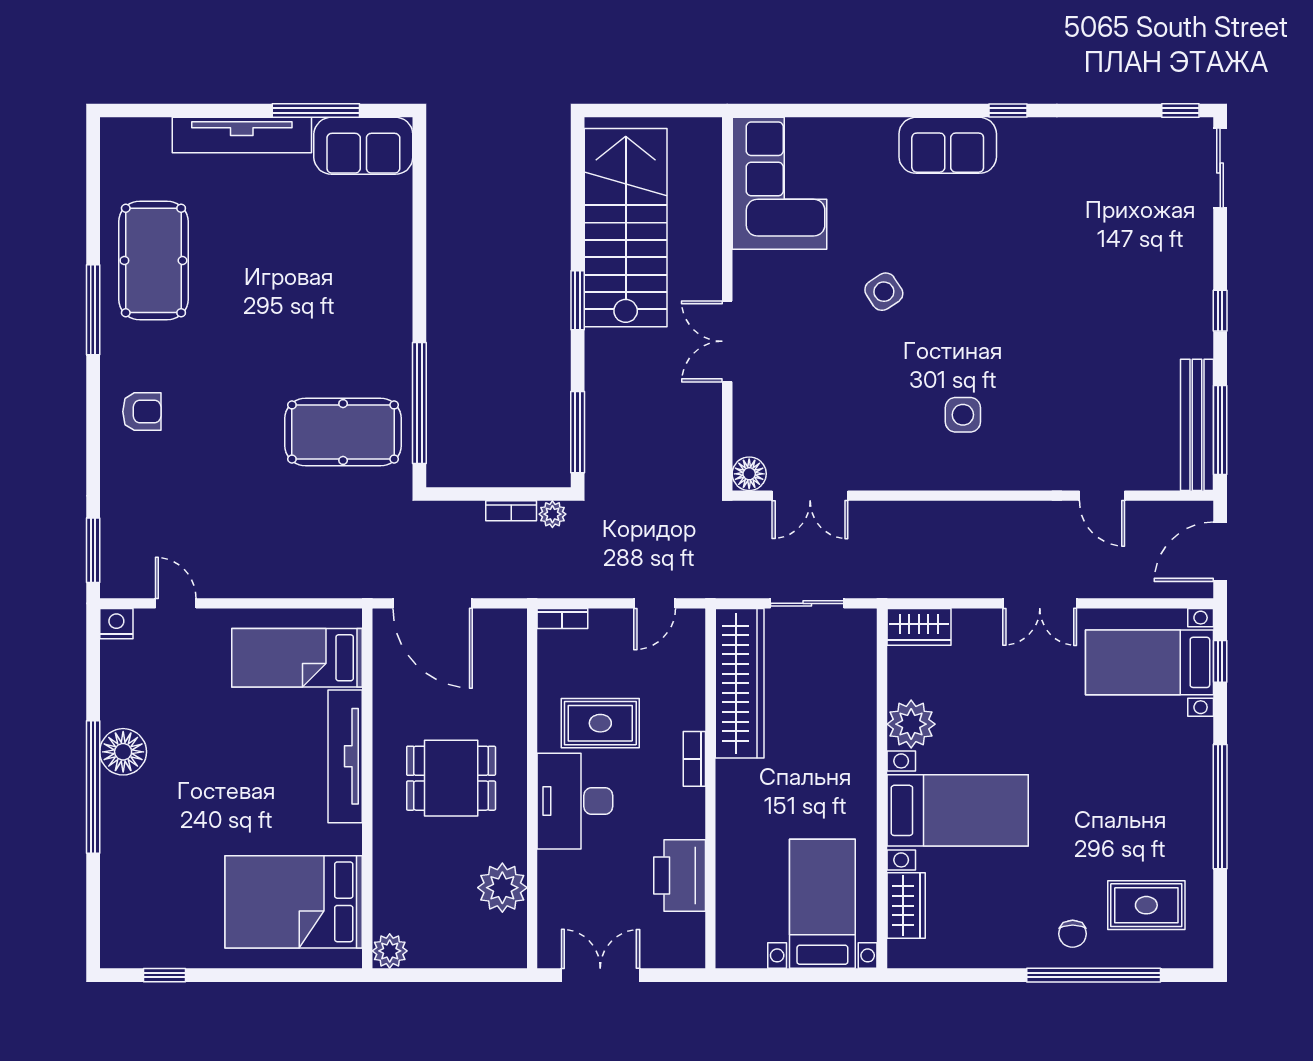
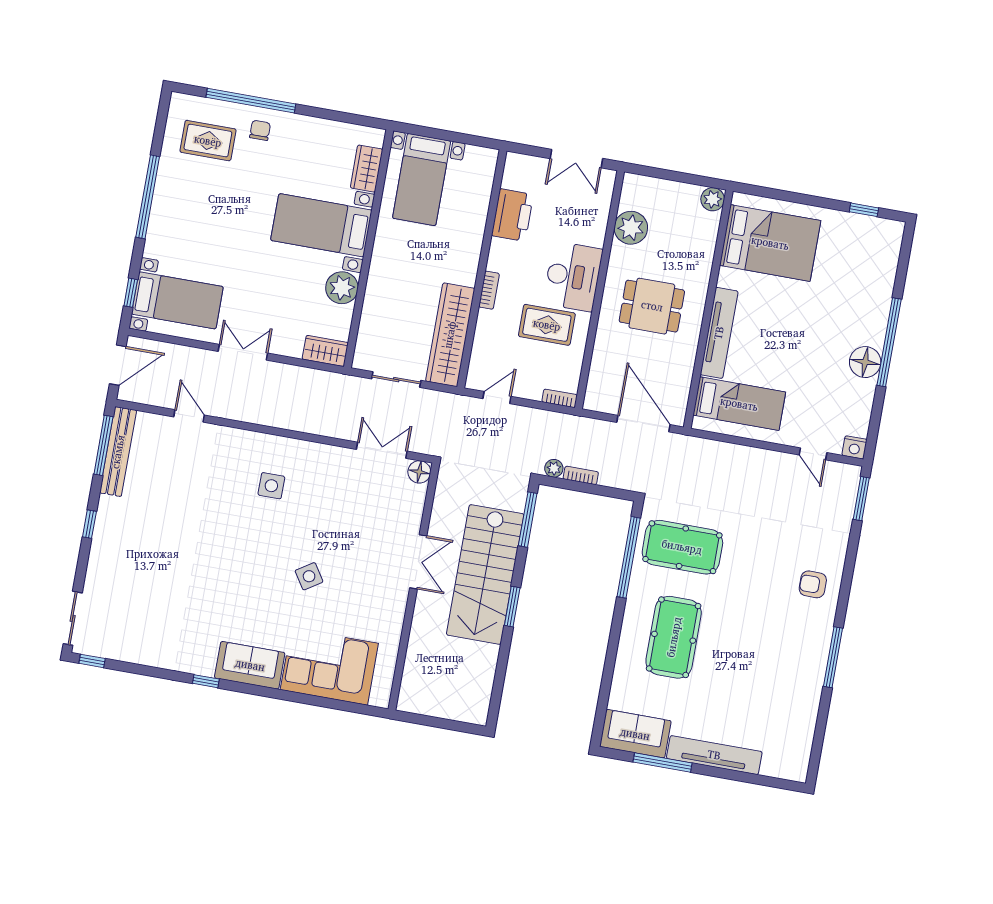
corner sofa: (779, 183) -> (329, 667), moved, turned 90
stairs: (626, 228) -> (485, 574), moved
pool table: (153, 260) -> (674, 637), moved

